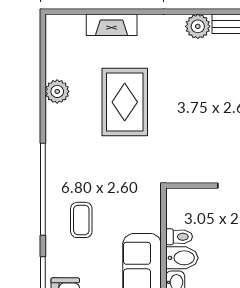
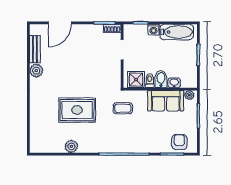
fireplace: (112, 25) -> (35, 117), removed
shower: (181, 212) -> (136, 80), added
coffee table: (81, 220) -> (123, 108), moved

